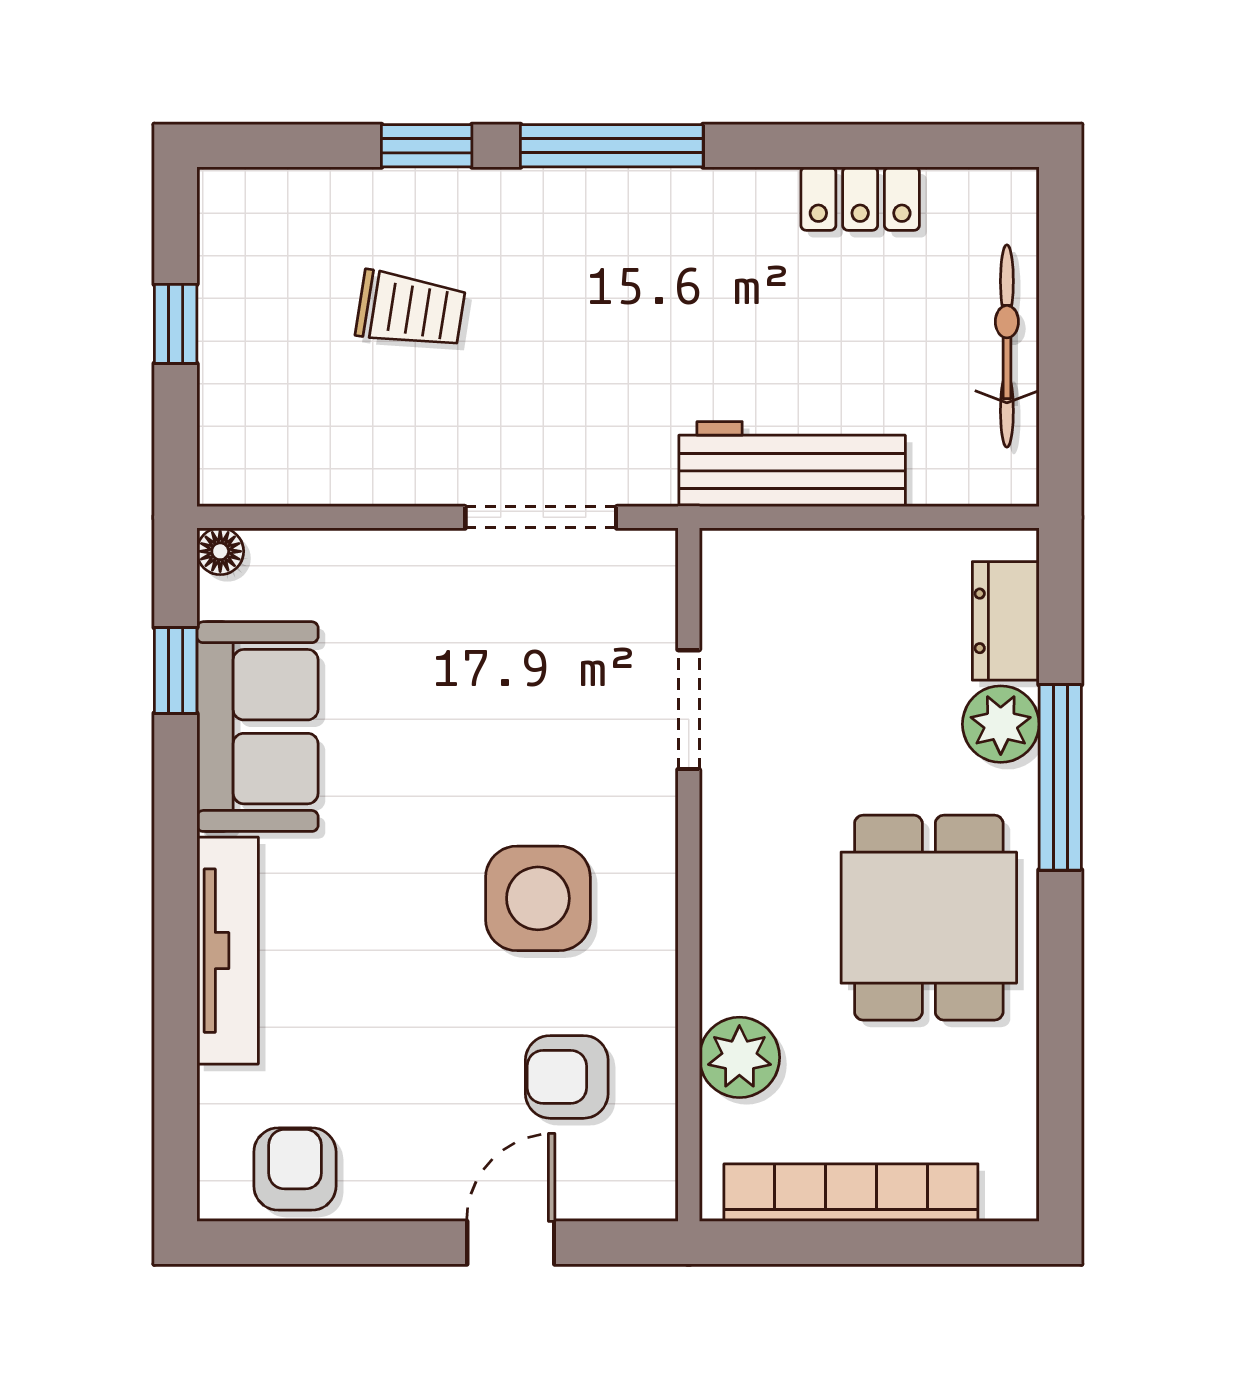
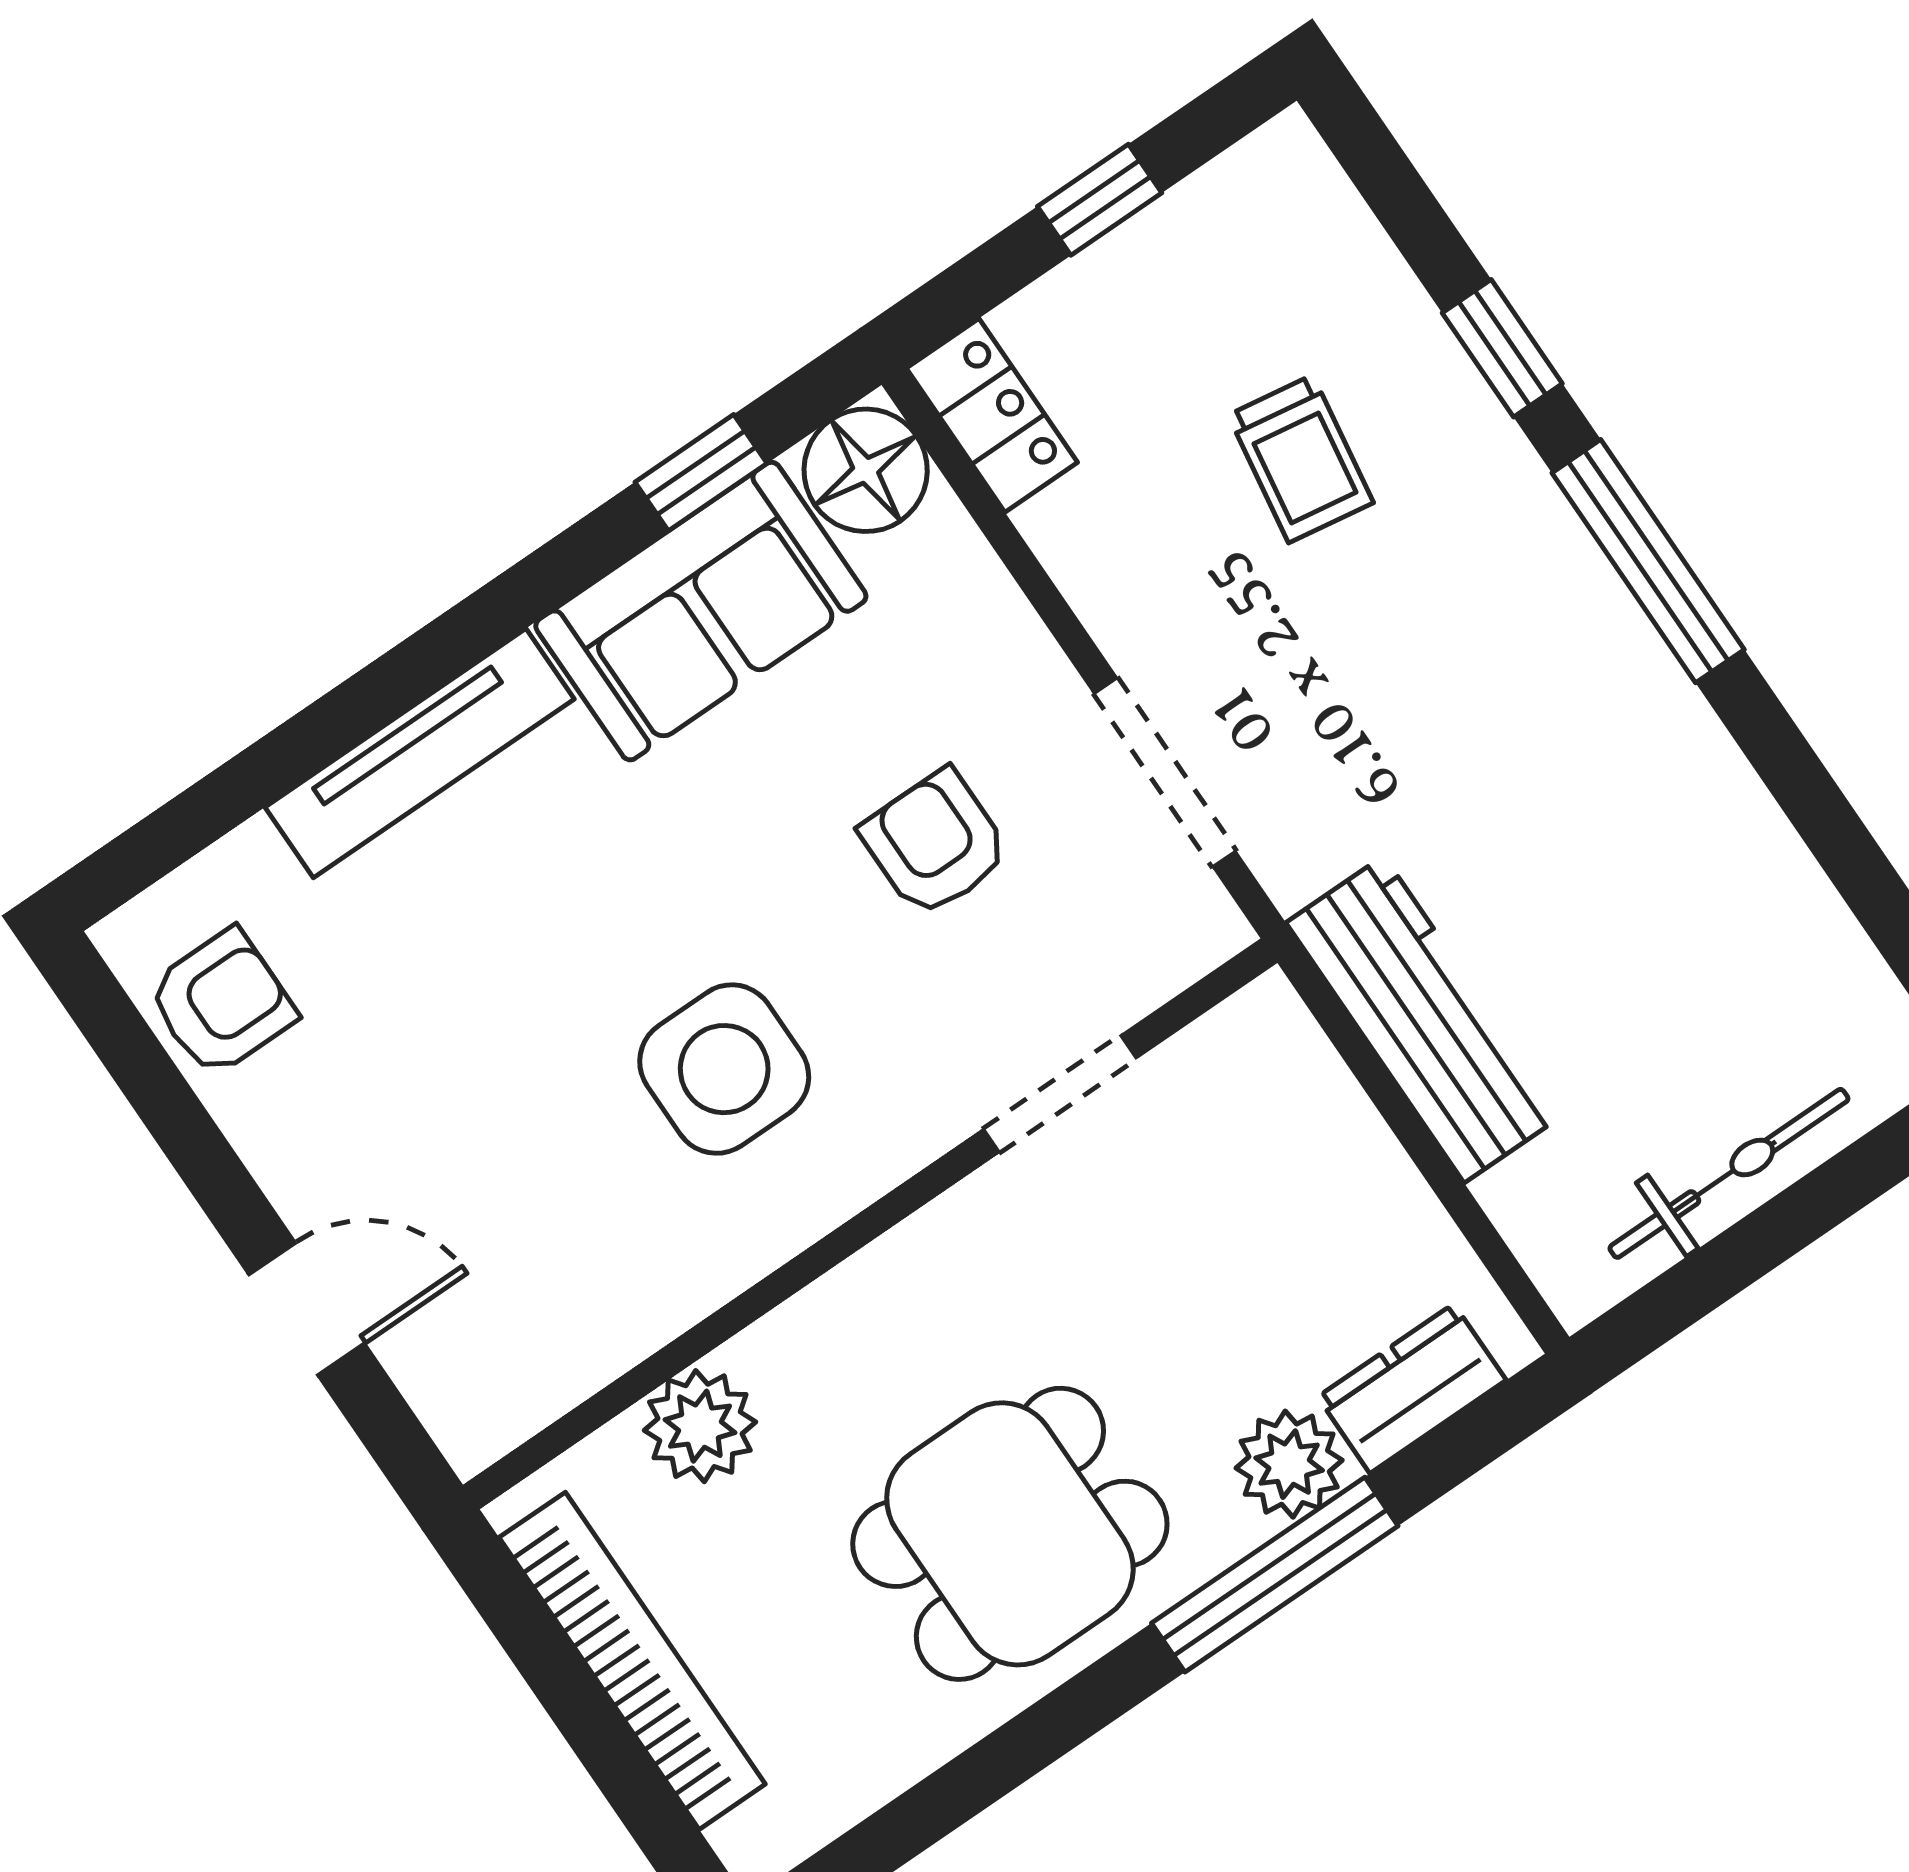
locker: (860, 199) -> (992, 415), moved, turned 180
floor lamp: (220, 551) -> (866, 470), width x1.89, depth x1.89
armchair: (567, 1077) -> (935, 843), moved

